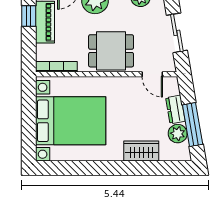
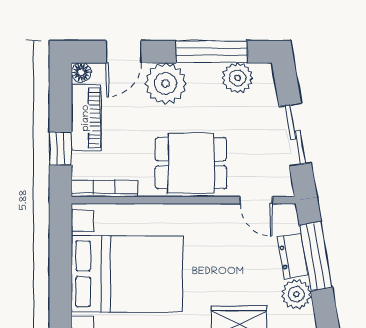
window: (29, 16) -> (61, 149), moved
window: (193, 125) -> (316, 256), moved

